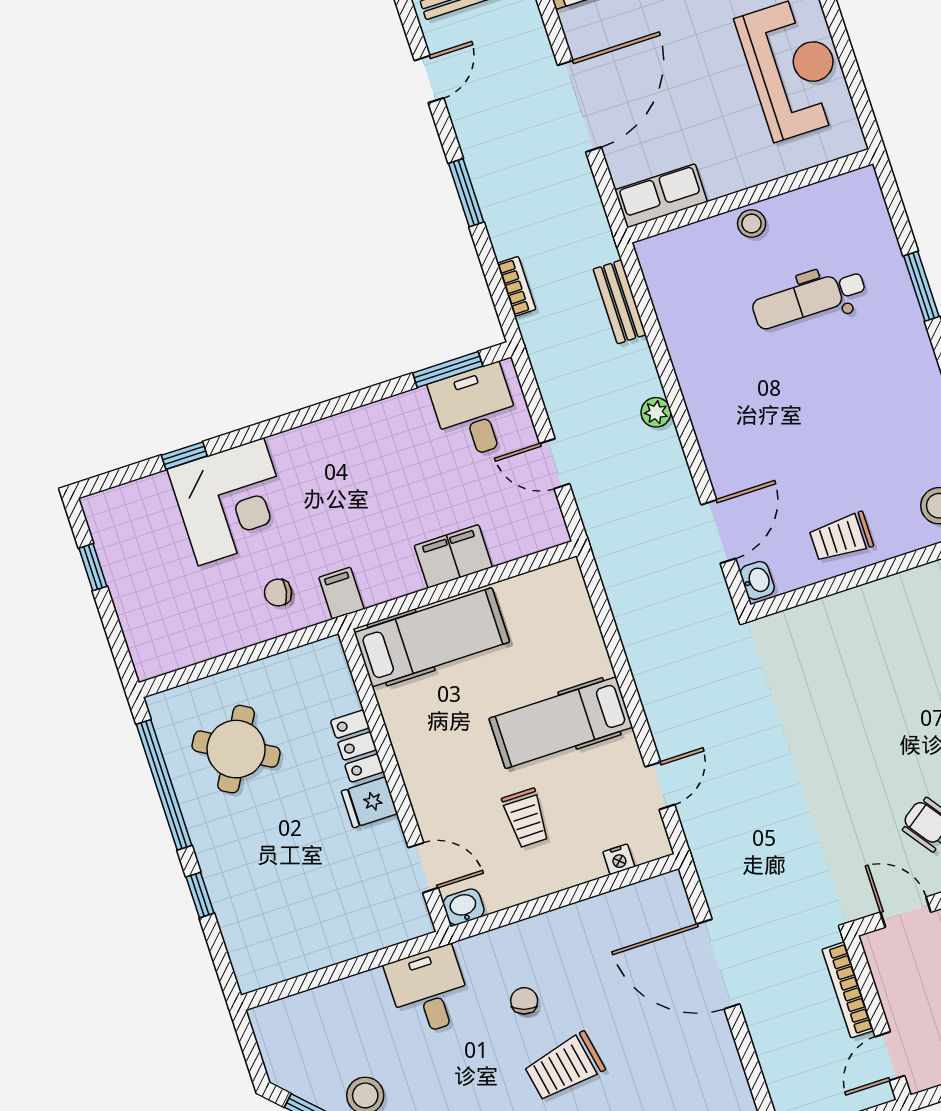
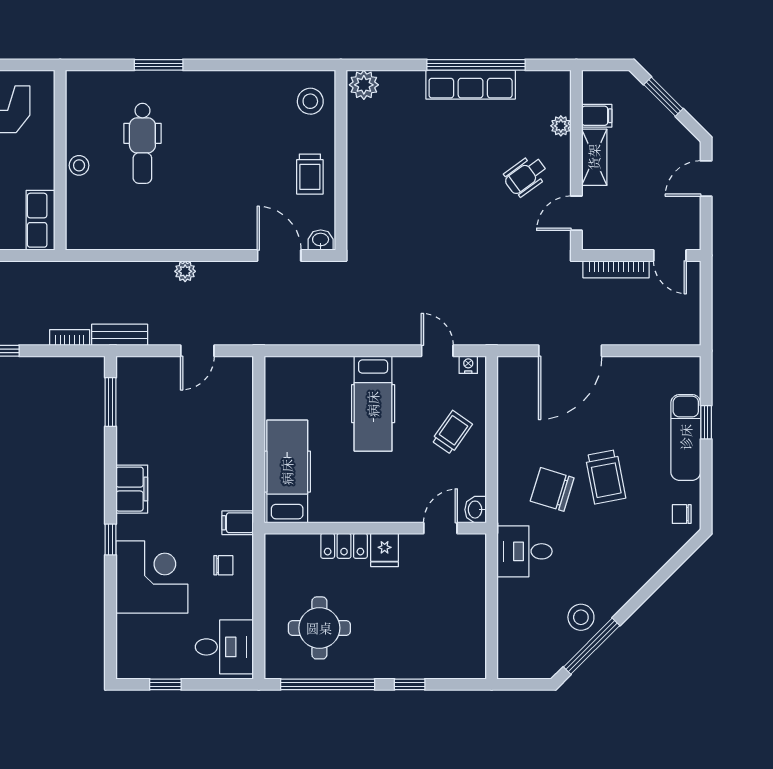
bench: (620, 302) -> (120, 335), moved
desk: (475, 412) -> (224, 647), moved, turned 180
window: (184, 456) -> (110, 539), moved
filing cabinet: (453, 556) -> (132, 489), moved, turned 180
chair: (278, 593) -> (223, 565), turned -101
round table: (236, 749) -> (319, 628), turned -30
trolley: (526, 818) -> (452, 432), moved, turned -55
nightstand: (619, 859) -> (468, 365), moved, turned -90
chair: (524, 1001) -> (552, 489), width x1.87, depth x1.87

